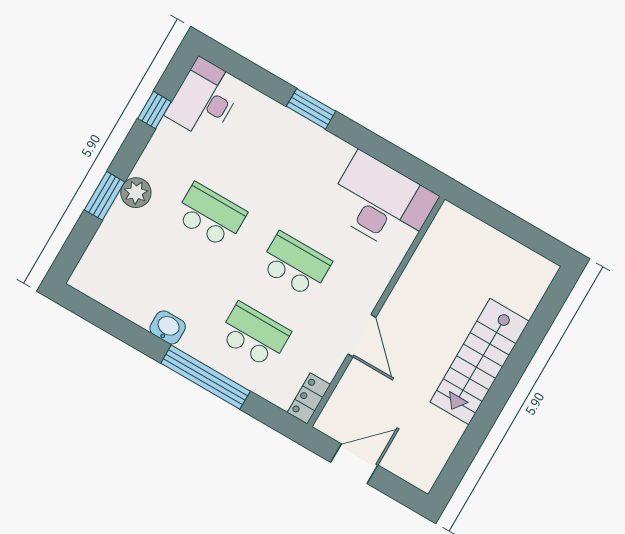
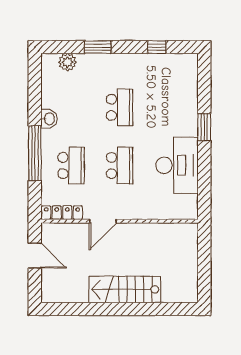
desk: (205, 99) -> (177, 69), removed
plant: (136, 193) -> (68, 62), moved
desk: (382, 203) -> (177, 165), moved
locker: (309, 399) -> (62, 213), width x1.53

